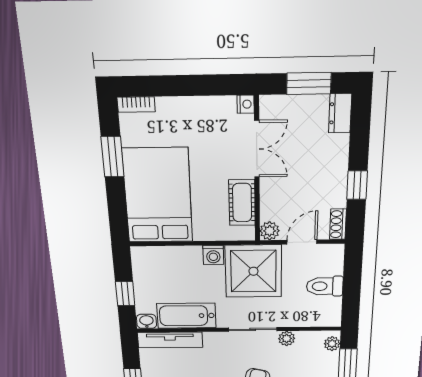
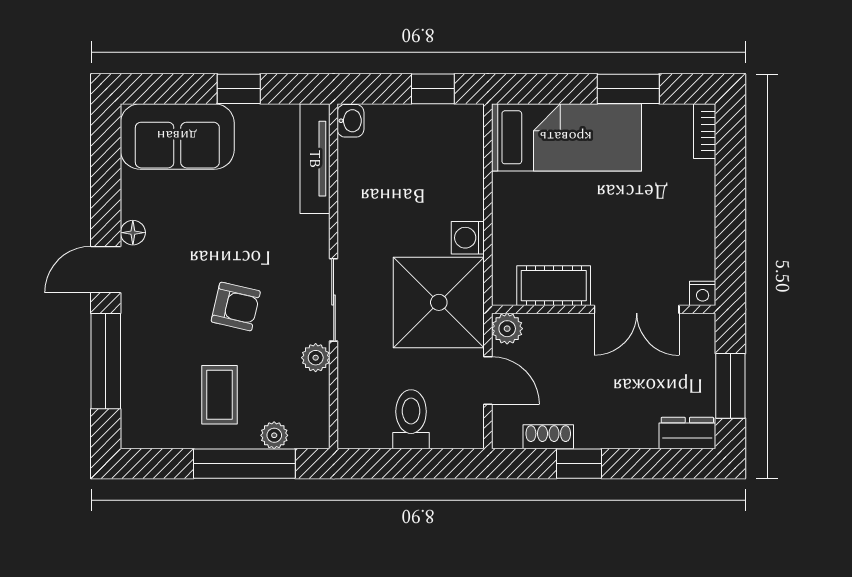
bed: (158, 196) -> (566, 137), width x0.67
shoe rack: (338, 224) -> (548, 437), moved
window: (125, 294) -> (433, 89), moved
bathtub: (186, 316) -> (360, 189), removed
plant: (332, 344) -> (274, 435), moved

